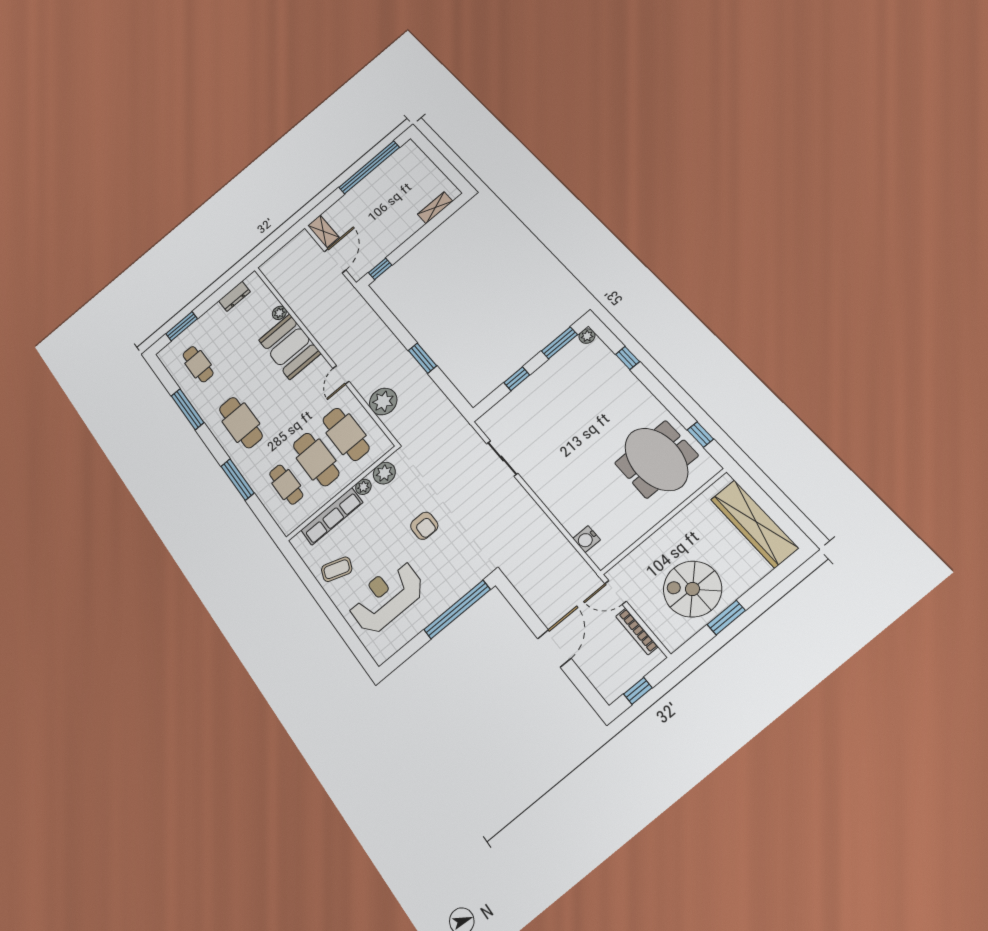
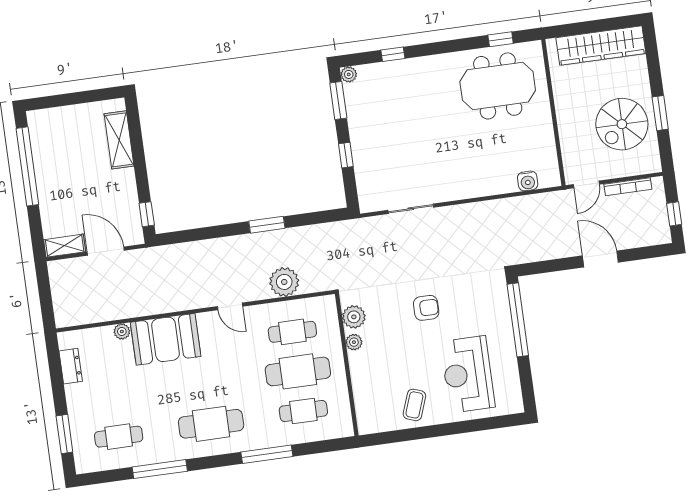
shelving: (435, 208) -> (119, 140), width x1.50, depth x1.33
cafe table: (346, 434) -> (292, 332), width x0.73, depth x0.74
row of seats: (332, 516) -> (362, 385), removed

